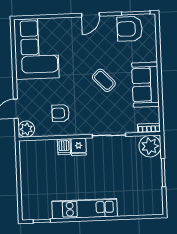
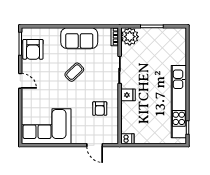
plant: (26, 129) -> (112, 137), removed
dishwasher: (64, 147) -> (127, 139), moved
kitchen unit: (85, 209) -> (179, 102), width x1.36

